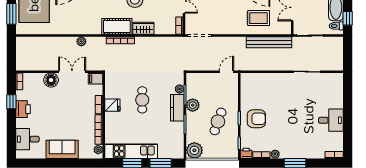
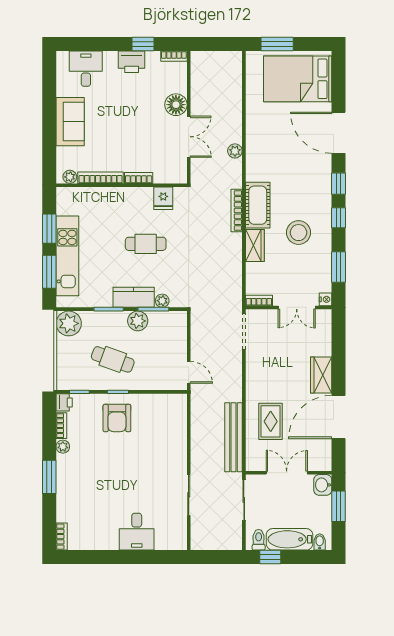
filing cabinet: (96, 79) -> (178, 173), removed
fridge: (112, 105) -> (163, 198), moved
desk: (331, 120) -> (137, 532), moved
kitchen unit: (131, 151) -> (67, 256), moved

